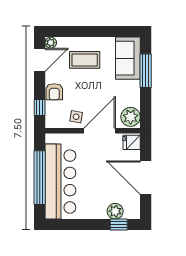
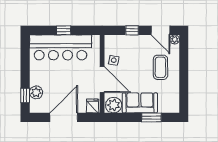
sofa: (128, 58) -> (140, 103), moved
window: (146, 71) -> (151, 117), width x0.69
armchair: (54, 92) -> (134, 42), removed
window: (40, 108) -> (132, 30), moved
window: (40, 178) -> (64, 30), width x0.32

